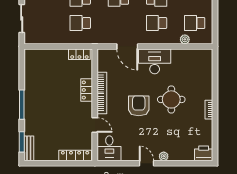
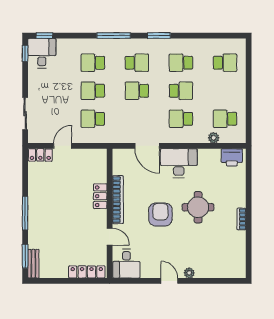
door: (54, 46) -> (63, 146), added
locker: (79, 54) -> (40, 155), moved
printer: (204, 153) -> (232, 157), moved, turned 180

